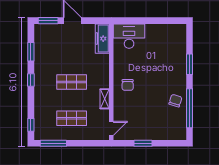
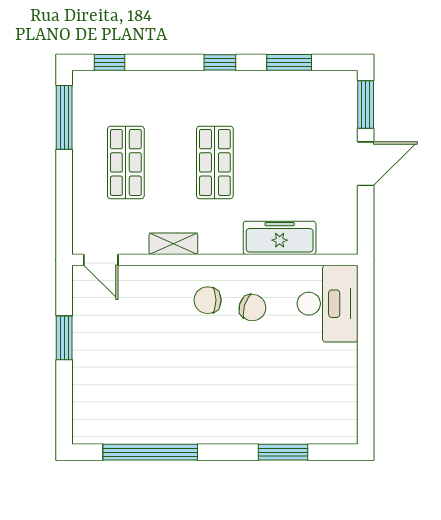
freezer: (102, 39) -> (280, 238), moved
window: (189, 64) -> (283, 452), moved
chair: (175, 101) -> (252, 308), moved

